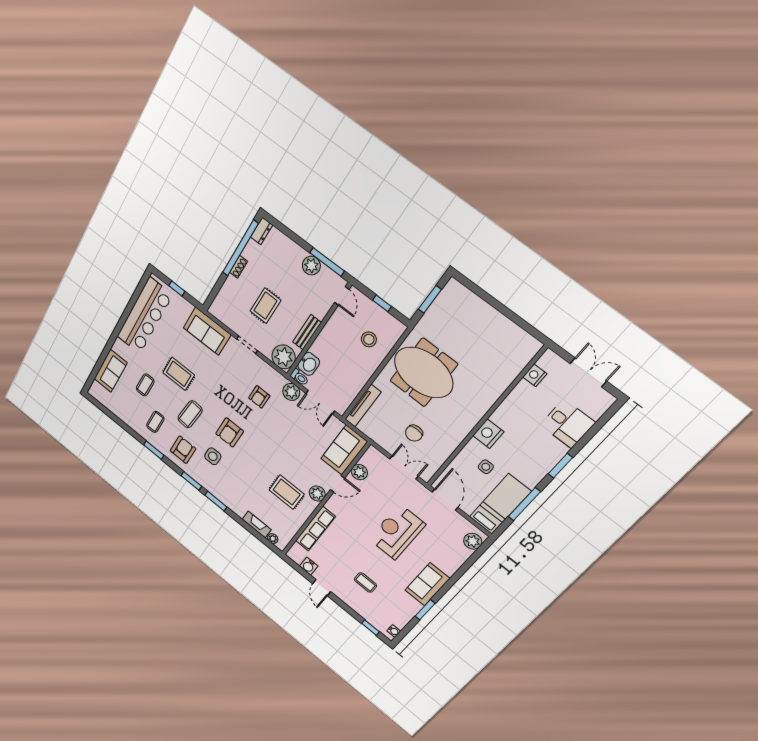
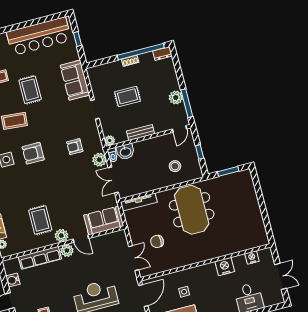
plant: (284, 357) -> (110, 141), width x0.53, depth x0.53
nightstand: (488, 434) -> (225, 267), moved
plant: (359, 472) -> (67, 250), moved

